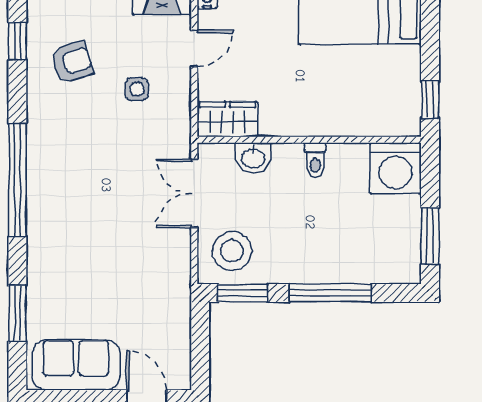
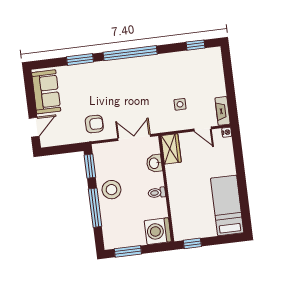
armchair: (72, 62) -> (94, 124), moved, turned -72
stool: (232, 251) -> (111, 190), moved
window: (17, 313) -> (80, 59), moved

